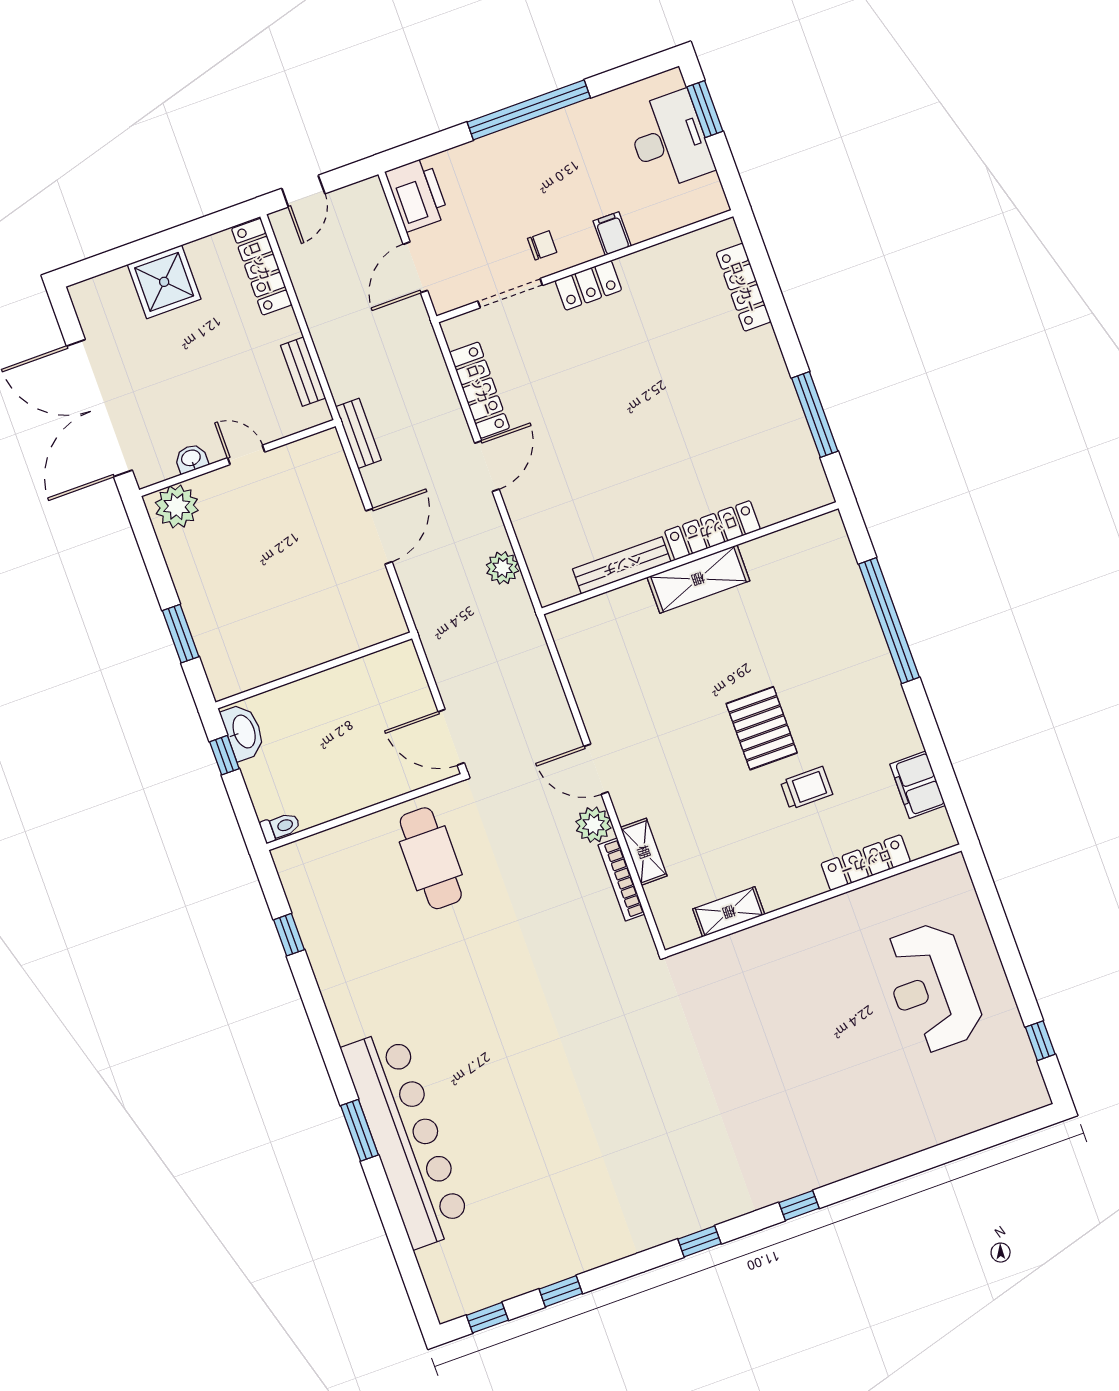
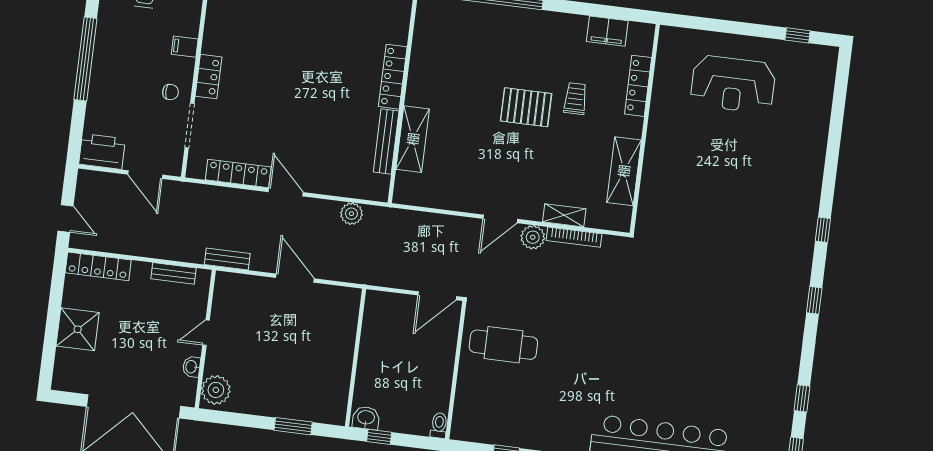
chair: (542, 245) -> (171, 92), turned 90
shelving: (698, 579) -> (413, 139), moved
washbasin: (243, 732) -> (366, 418), width x0.72
shelving: (729, 912) -> (624, 171), width x1.50, depth x1.33

